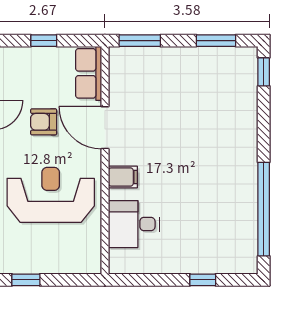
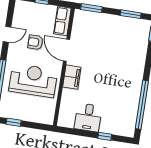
filing cabinet: (123, 177) -> (72, 77), width x2.00
desk: (134, 224) -> (88, 117), moved, turned -90

